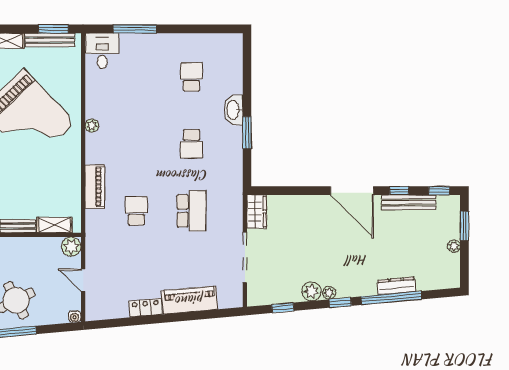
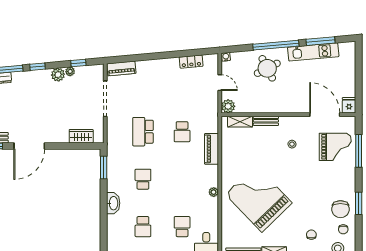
school desk: (136, 77) -> (182, 227), added
window: (247, 133) -> (104, 168), moved
door: (352, 191) -> (29, 146), swing flipped
wardrobe: (257, 212) -> (81, 136), moved, turned 90
plant: (329, 293) -> (70, 71), moved
piano: (190, 300) -> (121, 68), moved, width x0.73, depth x0.75
locker: (146, 308) -> (191, 62), moved

